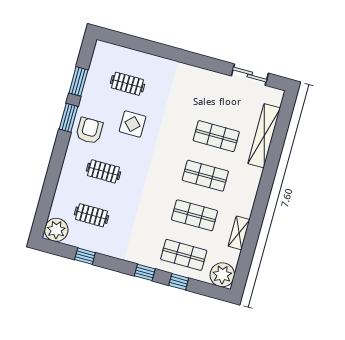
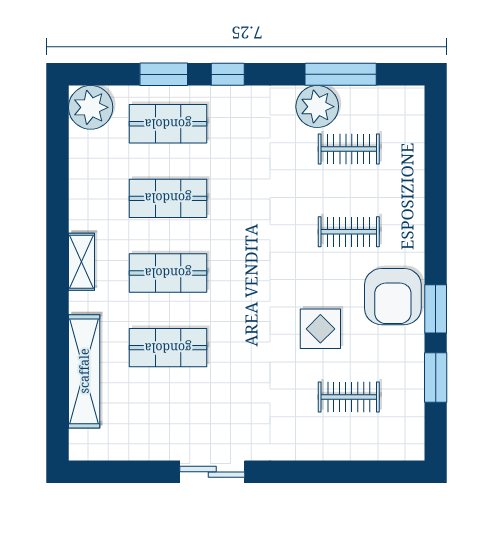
sliding door: (250, 75) -> (212, 472), moved
armchair: (89, 131) -> (393, 297), width x1.36, depth x1.36
plant: (56, 230) -> (317, 107), moved
shelving: (239, 233) -> (81, 262), moved
window: (85, 256) -> (341, 74), width x2.17
window: (179, 282) -> (164, 74), width x1.50

